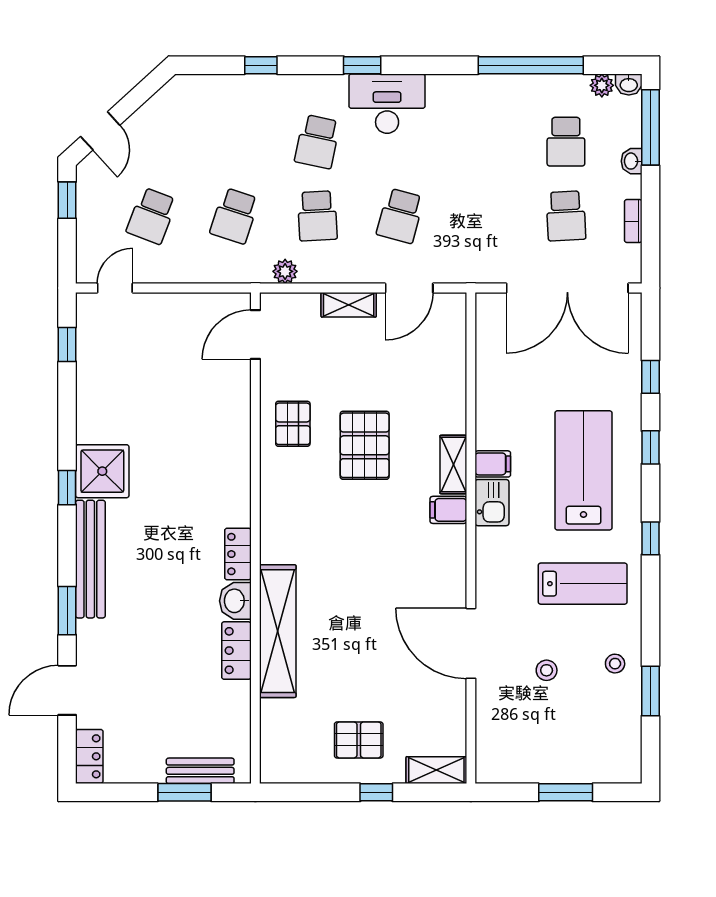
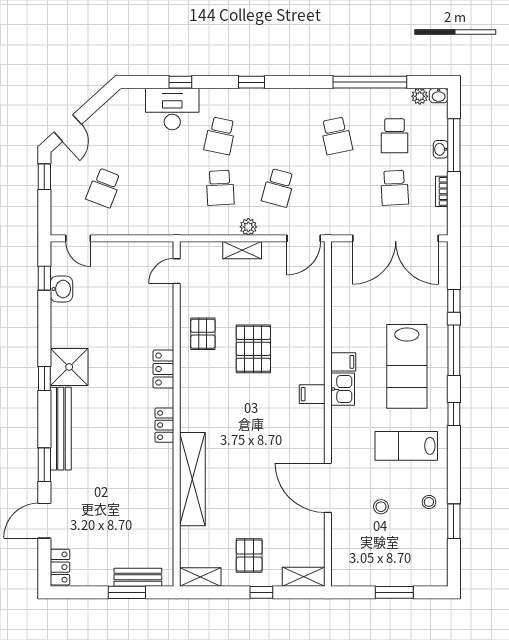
desk: (387, 104) -> (172, 109), moved
window: (650, 127) -> (454, 145), moved
school desk: (234, 216) -> (336, 136), moved, turned -30
plant: (285, 271) -> (248, 227), moved
door: (115, 288) -> (78, 238), swing flipped
door: (409, 288) -> (304, 238), moved
door: (255, 334) -> (177, 271), width x0.73
window: (650, 447) -> (454, 350), width x2.17
shelving: (453, 465) -> (200, 577), moved, turned 90
lab bench: (583, 470) -> (407, 366), turned 180
lab bench: (583, 584) -> (406, 446), turned 180
washbasin: (235, 601) -> (62, 289), moved, turned 180
locker: (236, 651) -> (163, 369), moved
pallet: (359, 740) -> (249, 556), turned 90

